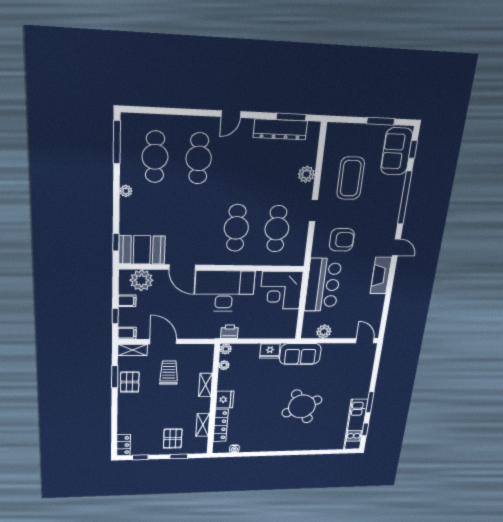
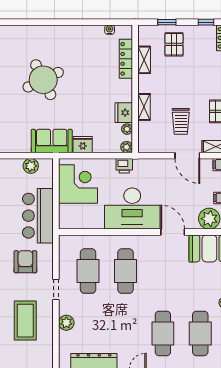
armchair: (342, 240) -> (25, 262), turned 90
corner desk: (281, 290) -> (78, 184), moved
fridge: (225, 400) -> (124, 113), moved

